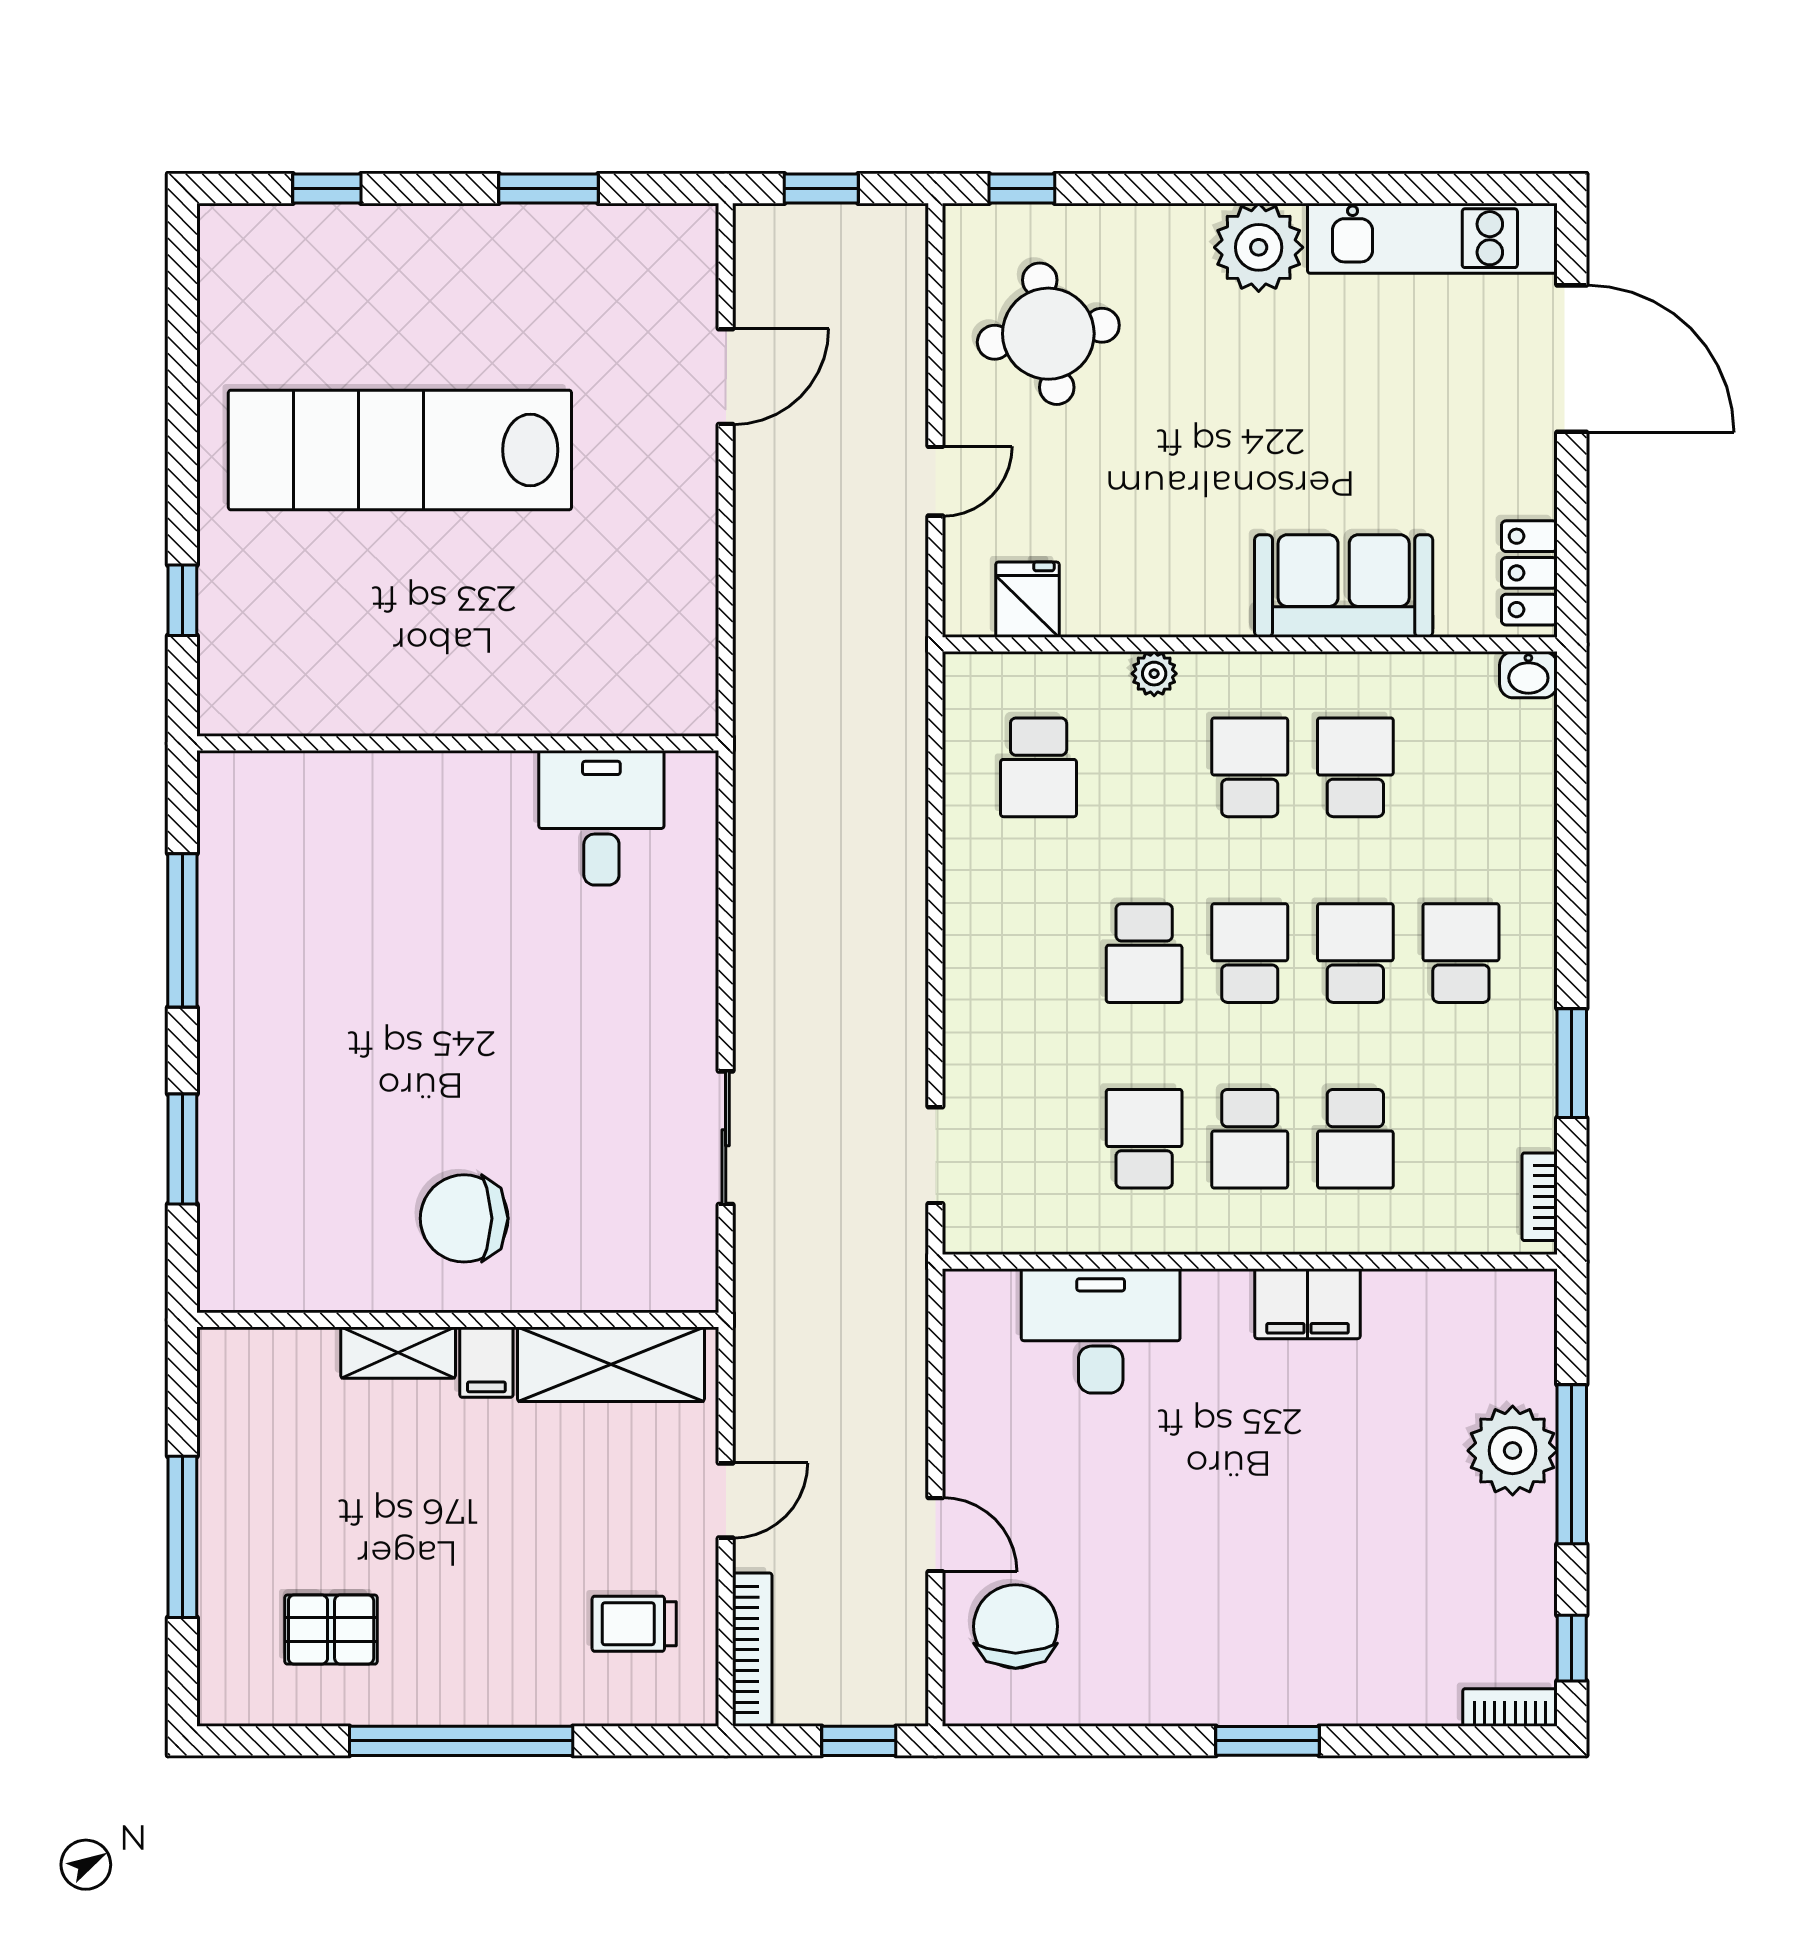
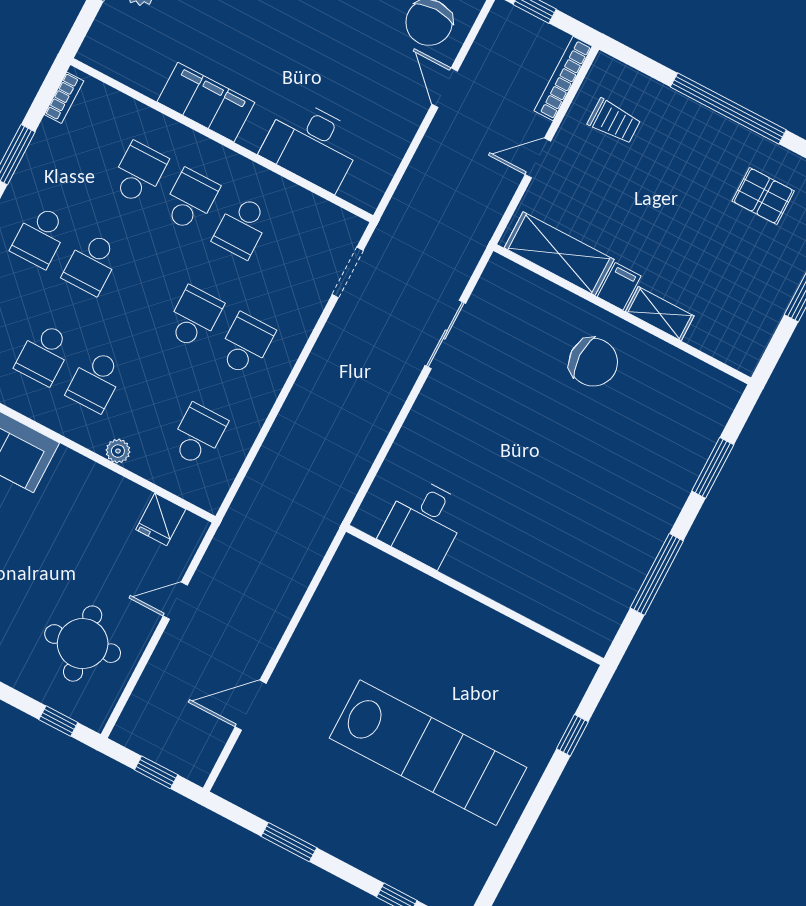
school desk: (1250, 953) -> (246, 344), moved, turned 180
filing cabinet: (1308, 1304) -> (206, 102), width x1.50, depth x1.17

